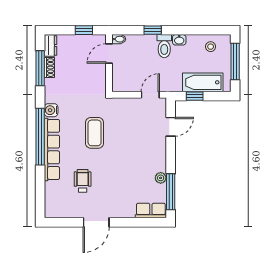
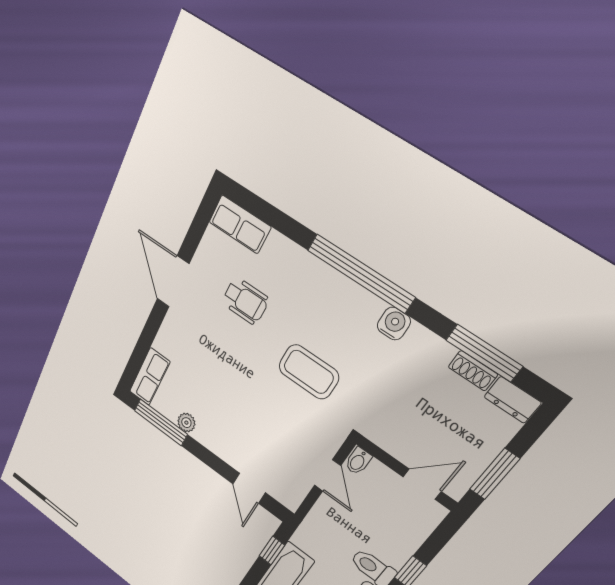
window: (84, 30) -> (494, 474), width x1.50
bidet: (119, 39) -> (358, 461), moved
door: (109, 53) -> (422, 484), hinge flipped
door: (150, 95) -> (327, 475), moved
row of seats: (52, 149) -> (240, 224), moved, width x0.50

